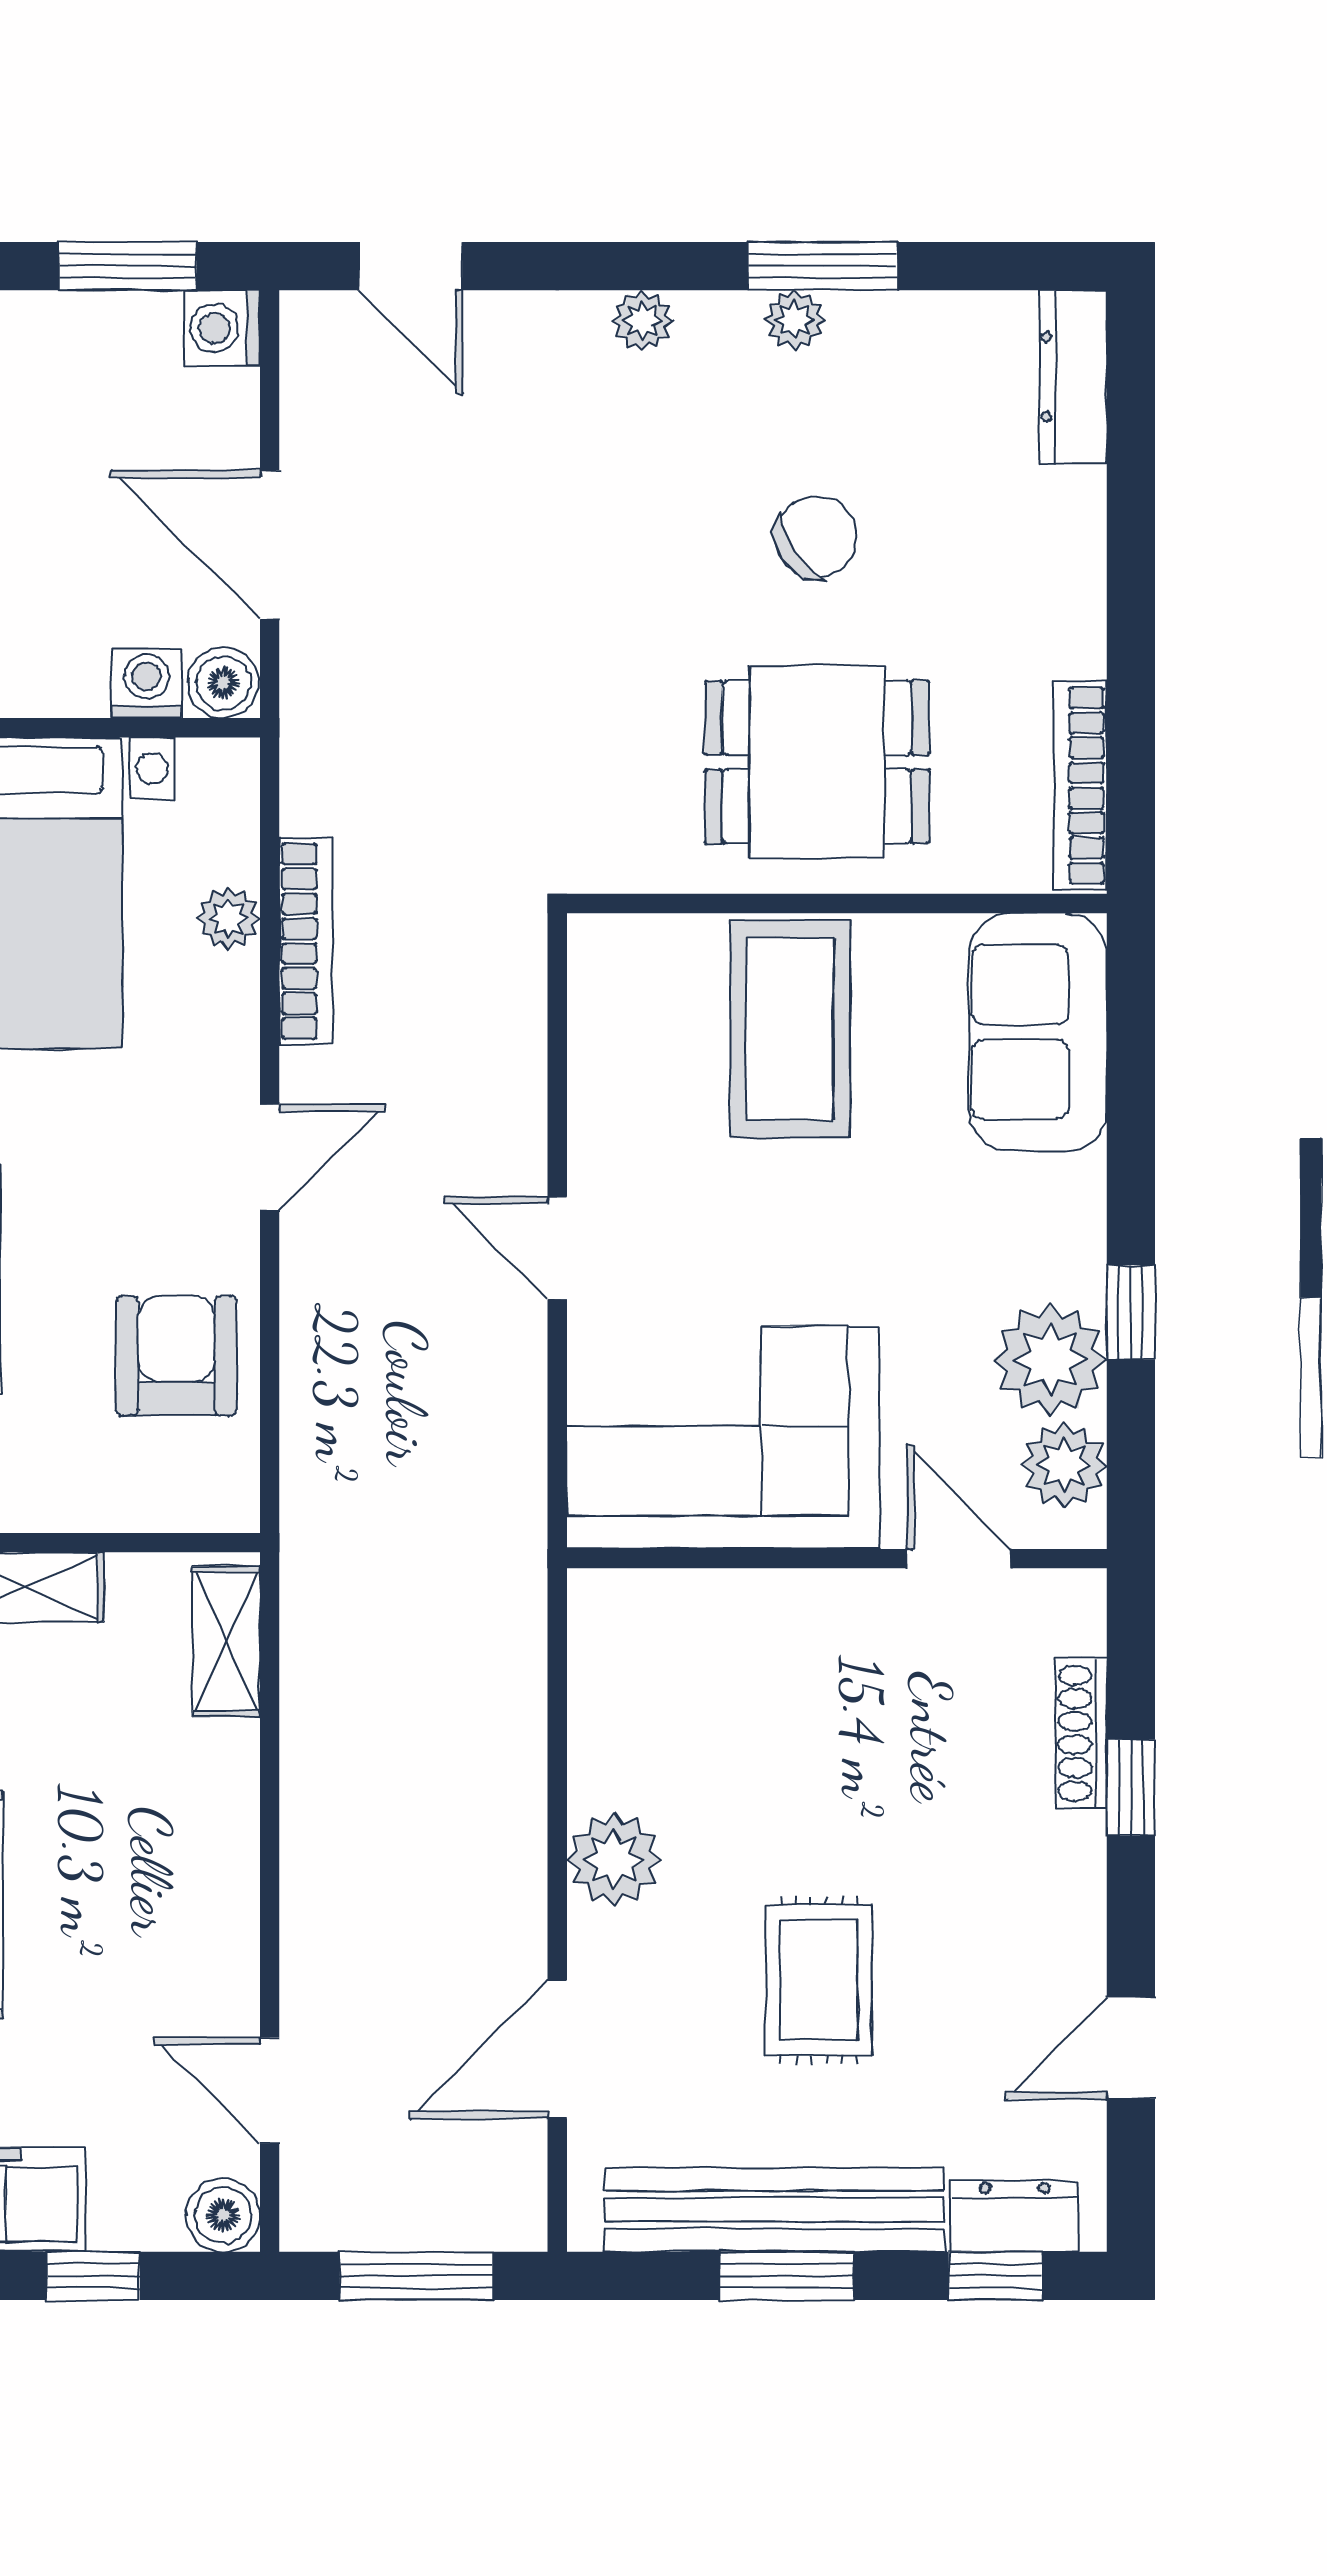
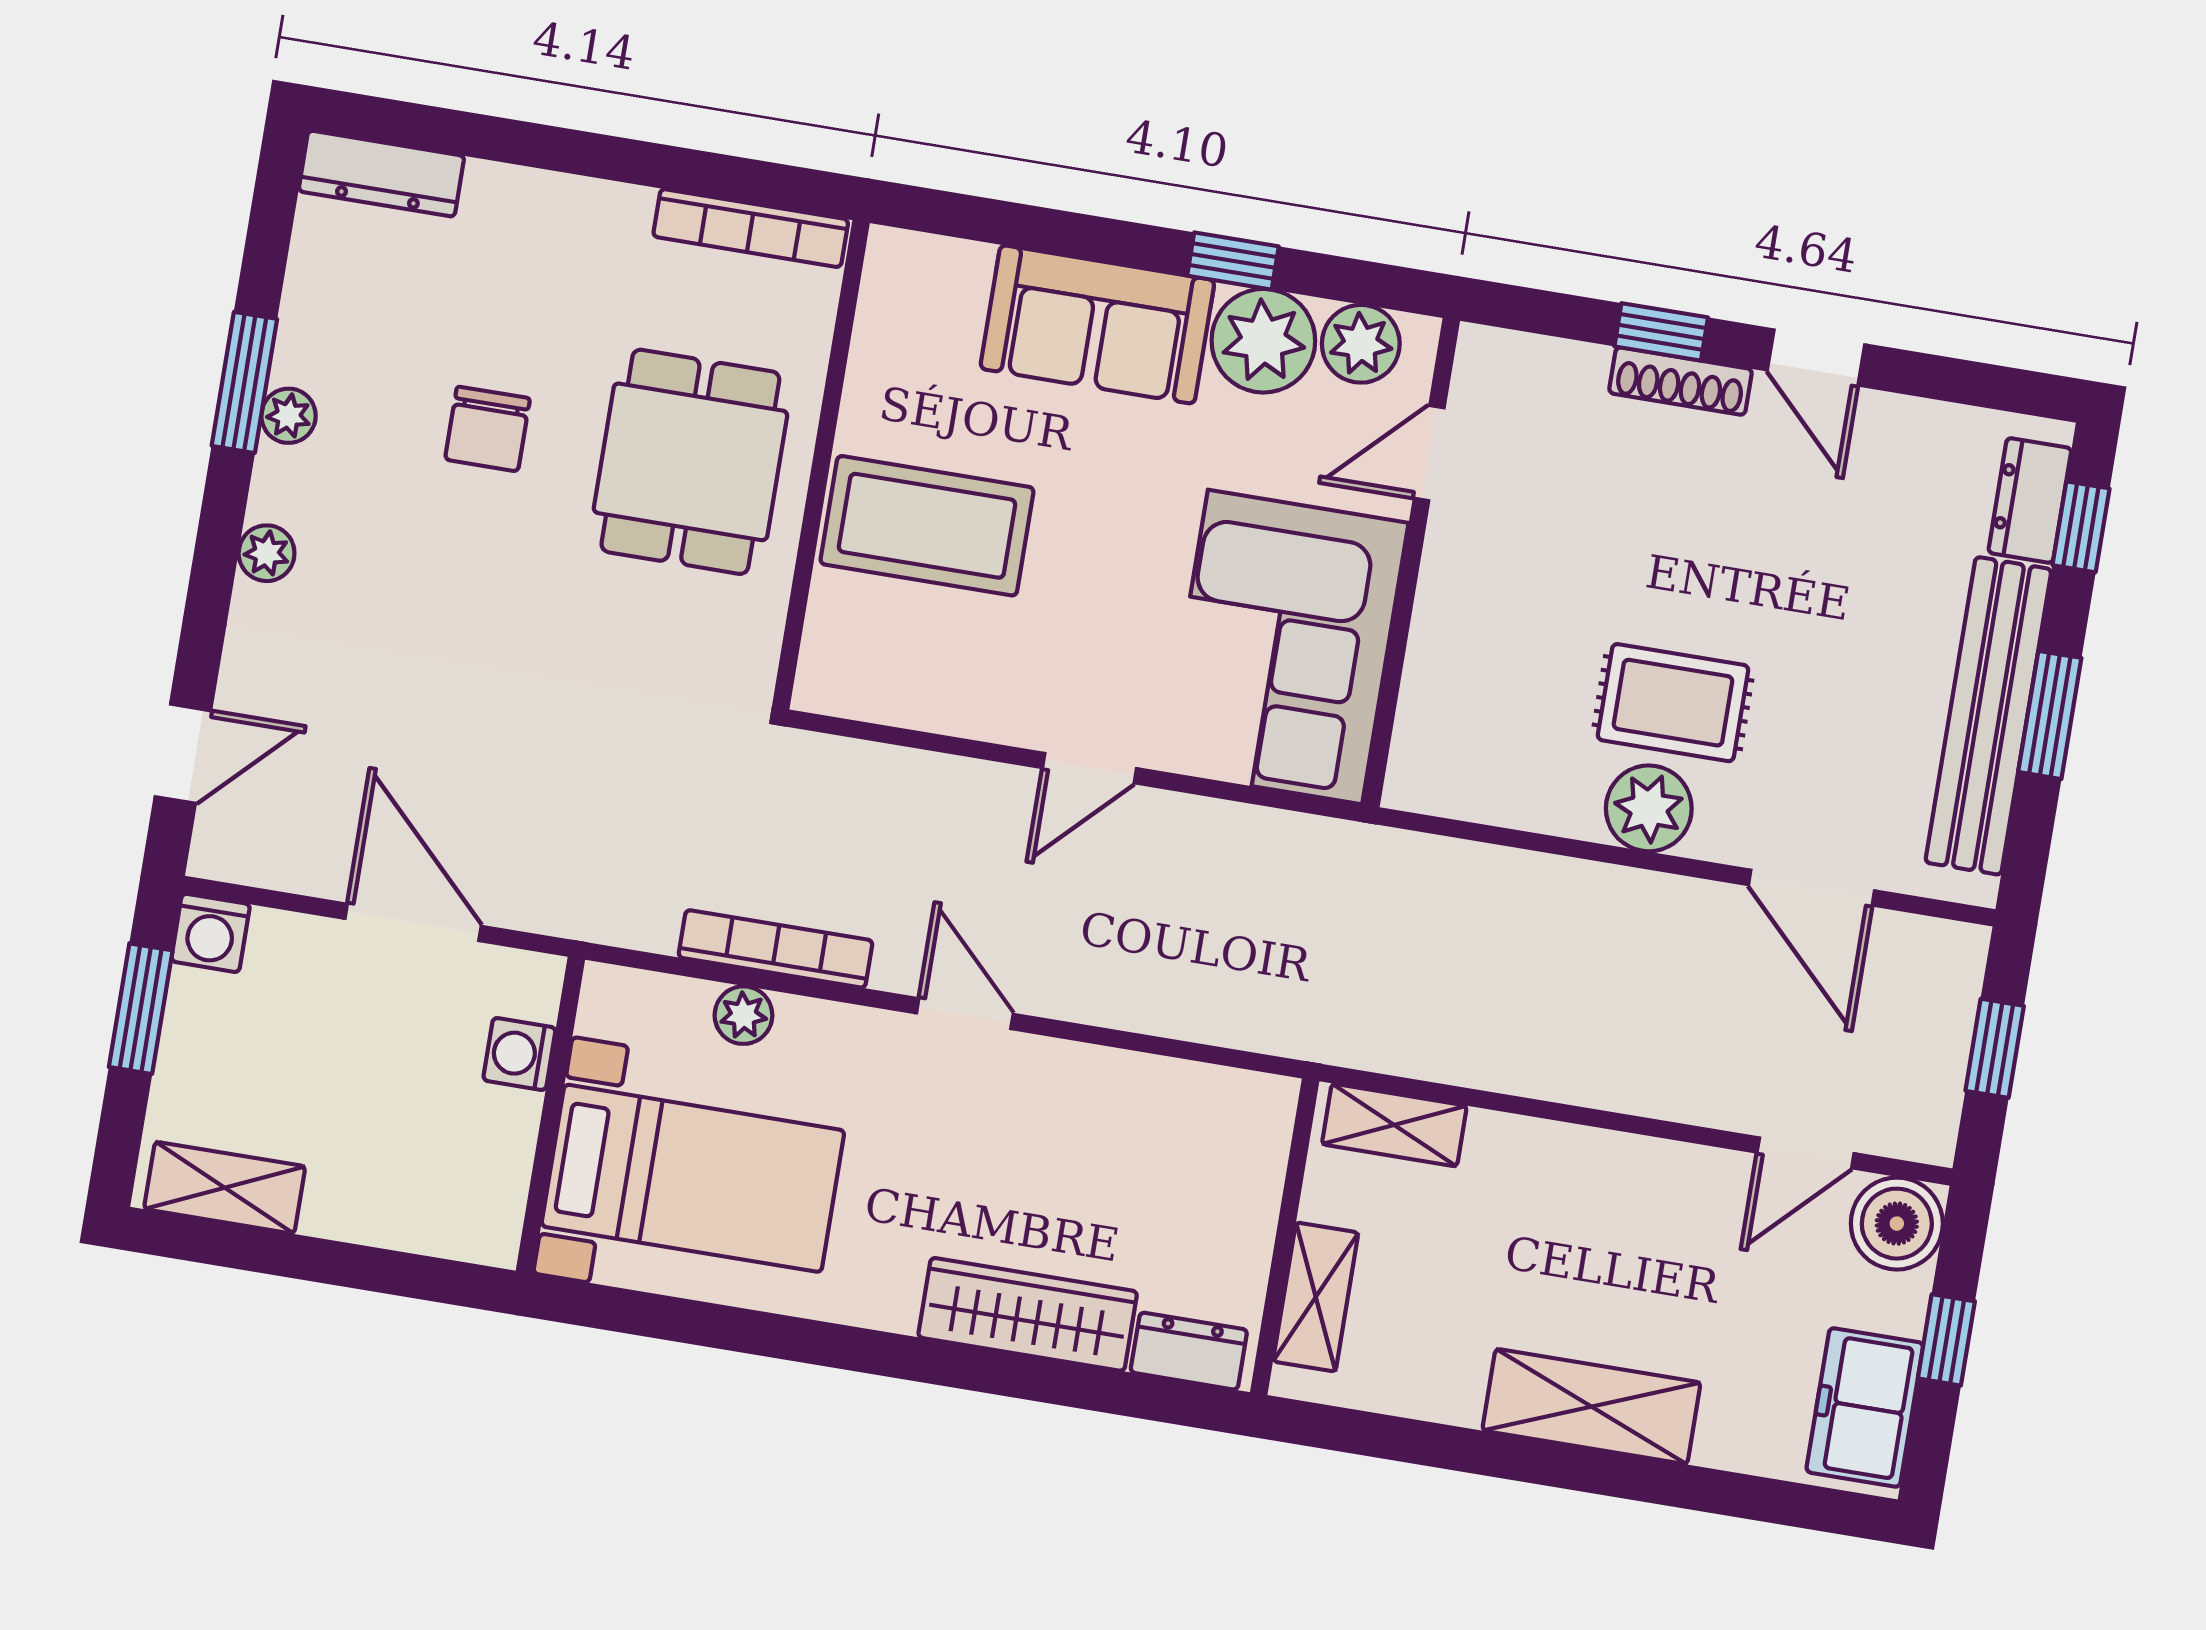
chair: (816, 537) -> (487, 429), turned -146
door: (270, 545) -> (413, 922), swing flipped
boiler: (223, 683) -> (530, 985), removed
sofa: (1038, 1032) -> (1097, 324), moved
armchair: (176, 1356) -> (1130, 1127), removed
shoe rack: (1081, 1733) -> (1681, 381), moved
rug: (819, 1980) -> (1673, 703), moved
door: (1131, 2048) -> (1816, 357), moved
boiler: (223, 2215) -> (1897, 1224), width x1.36, depth x1.36
window: (416, 2276) -> (1995, 1048), width x0.67

